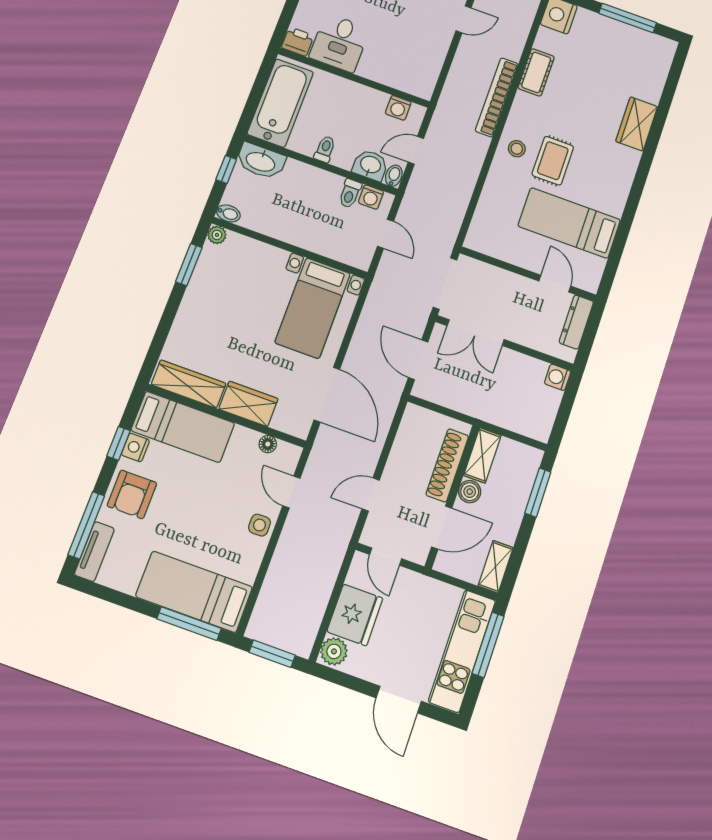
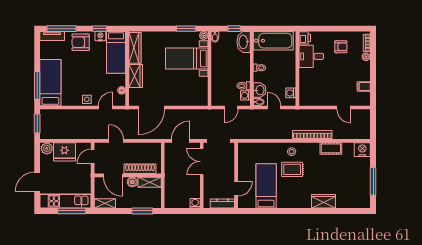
bed with nightstands: (313, 308) -> (187, 58), moved

